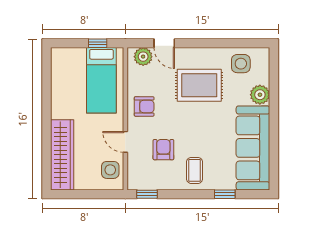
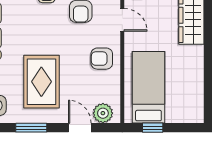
window: (209, 43) -> (31, 128), added
rug: (199, 85) -> (41, 82), turned 90

